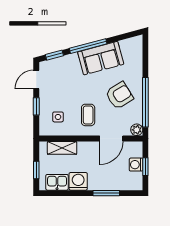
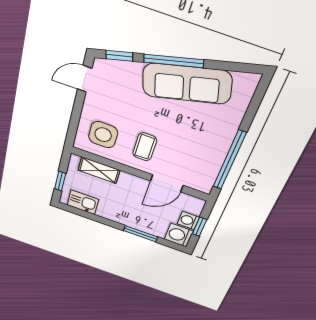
sofa: (101, 58) -> (187, 84), width x1.36
armchair: (119, 95) -> (196, 140), removed
window: (36, 106) -> (77, 112), removed
side table: (58, 117) -> (103, 135), width x1.87, depth x1.87
plant: (137, 130) -> (204, 186), removed
washing machine: (78, 181) -> (179, 235), moved, turned -90

